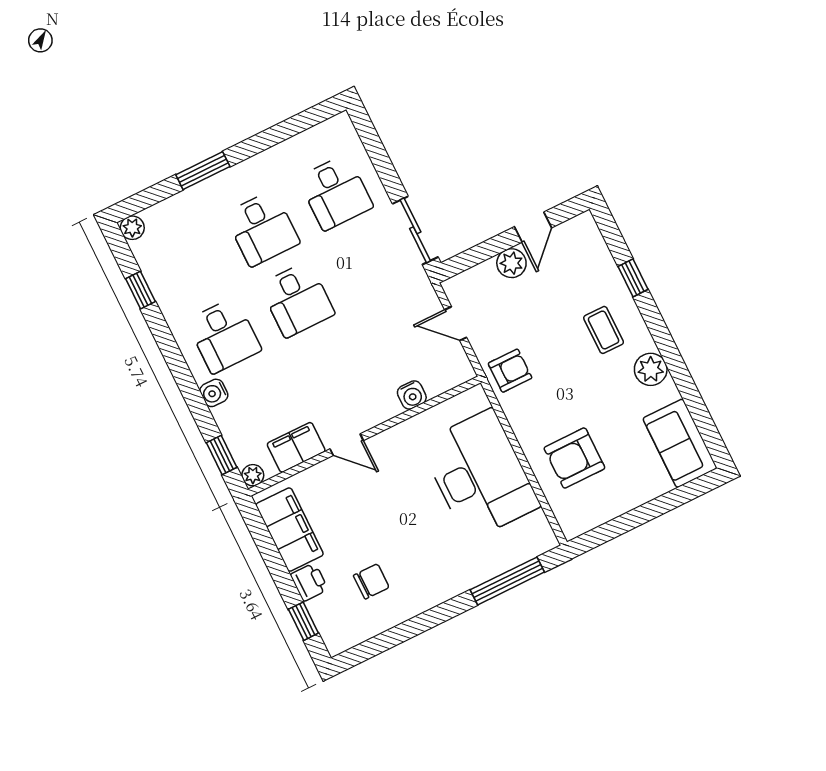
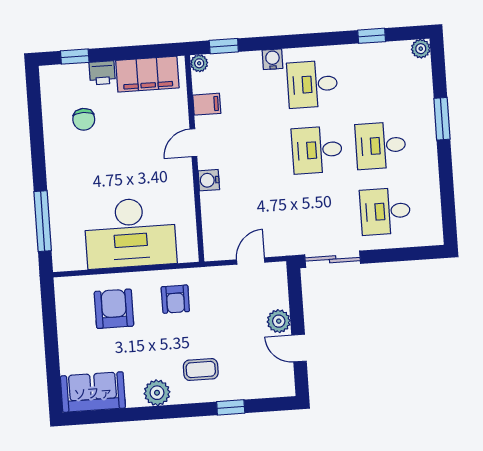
armchair: (510, 371) -> (175, 299), moved
water cooler: (412, 395) -> (209, 180), moved
filing cabinet: (296, 447) -> (207, 104), width x0.50

